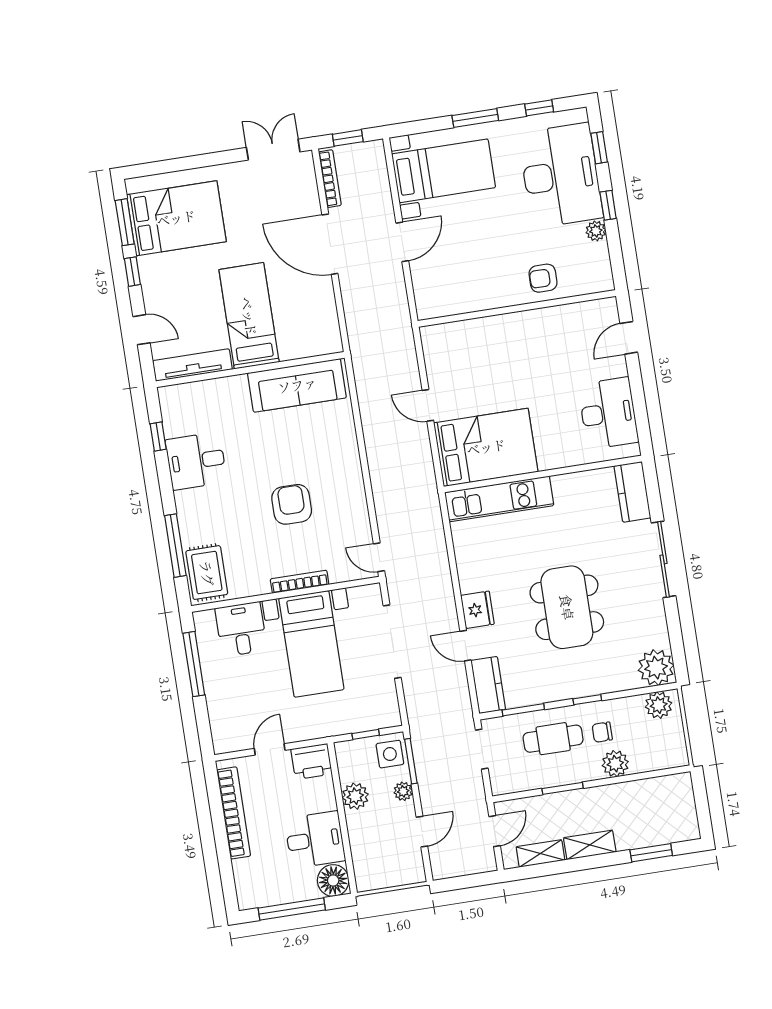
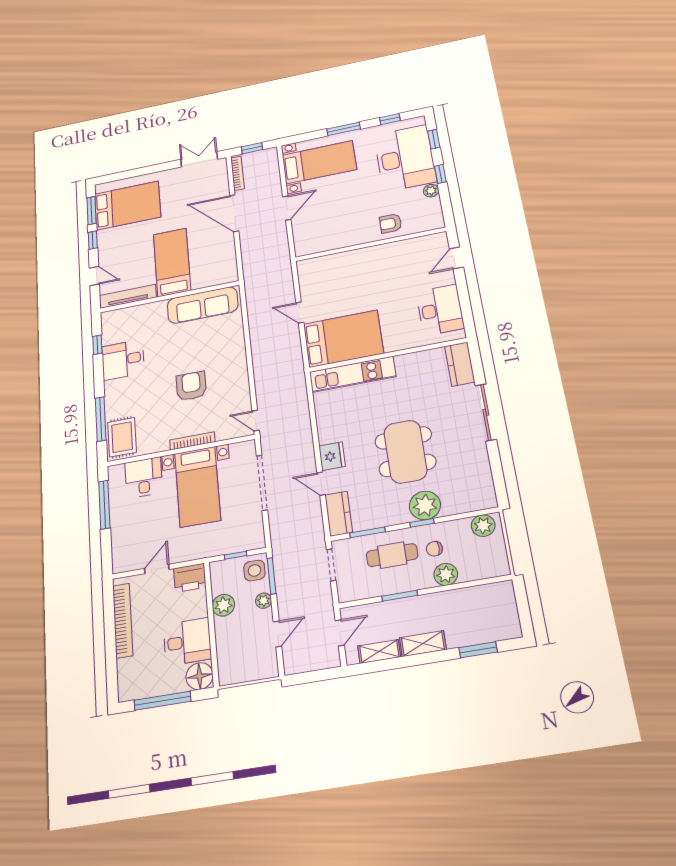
plant: (656, 668) -> (425, 505), moved

